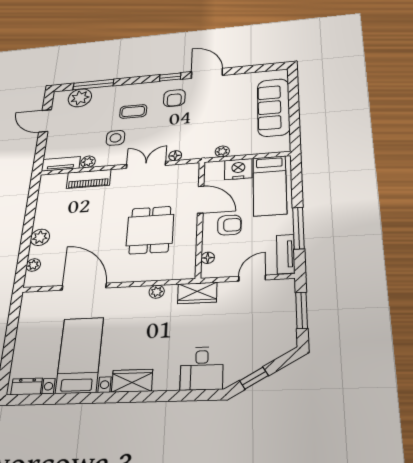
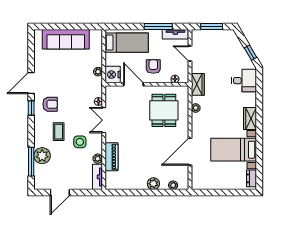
plant: (80, 98) -> (42, 156), moved
nightstand: (238, 169) -> (113, 75), moved
door: (201, 200) -> (133, 84), hinge flipped
dining table: (150, 230) -> (164, 110), moved, turned 90

